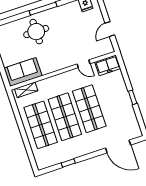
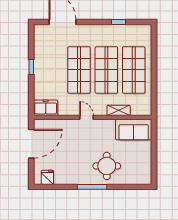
door: (110, 29) -> (31, 144), width x1.88
door: (84, 64) -> (87, 117), moved
shelving: (26, 90) -> (119, 110), moved

